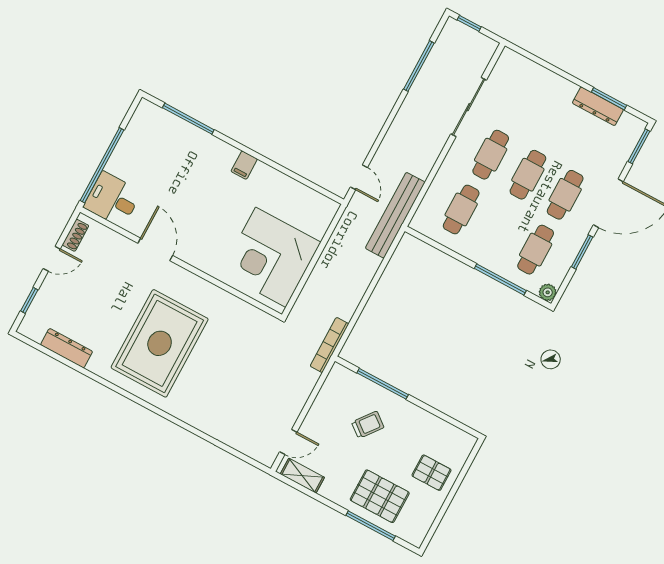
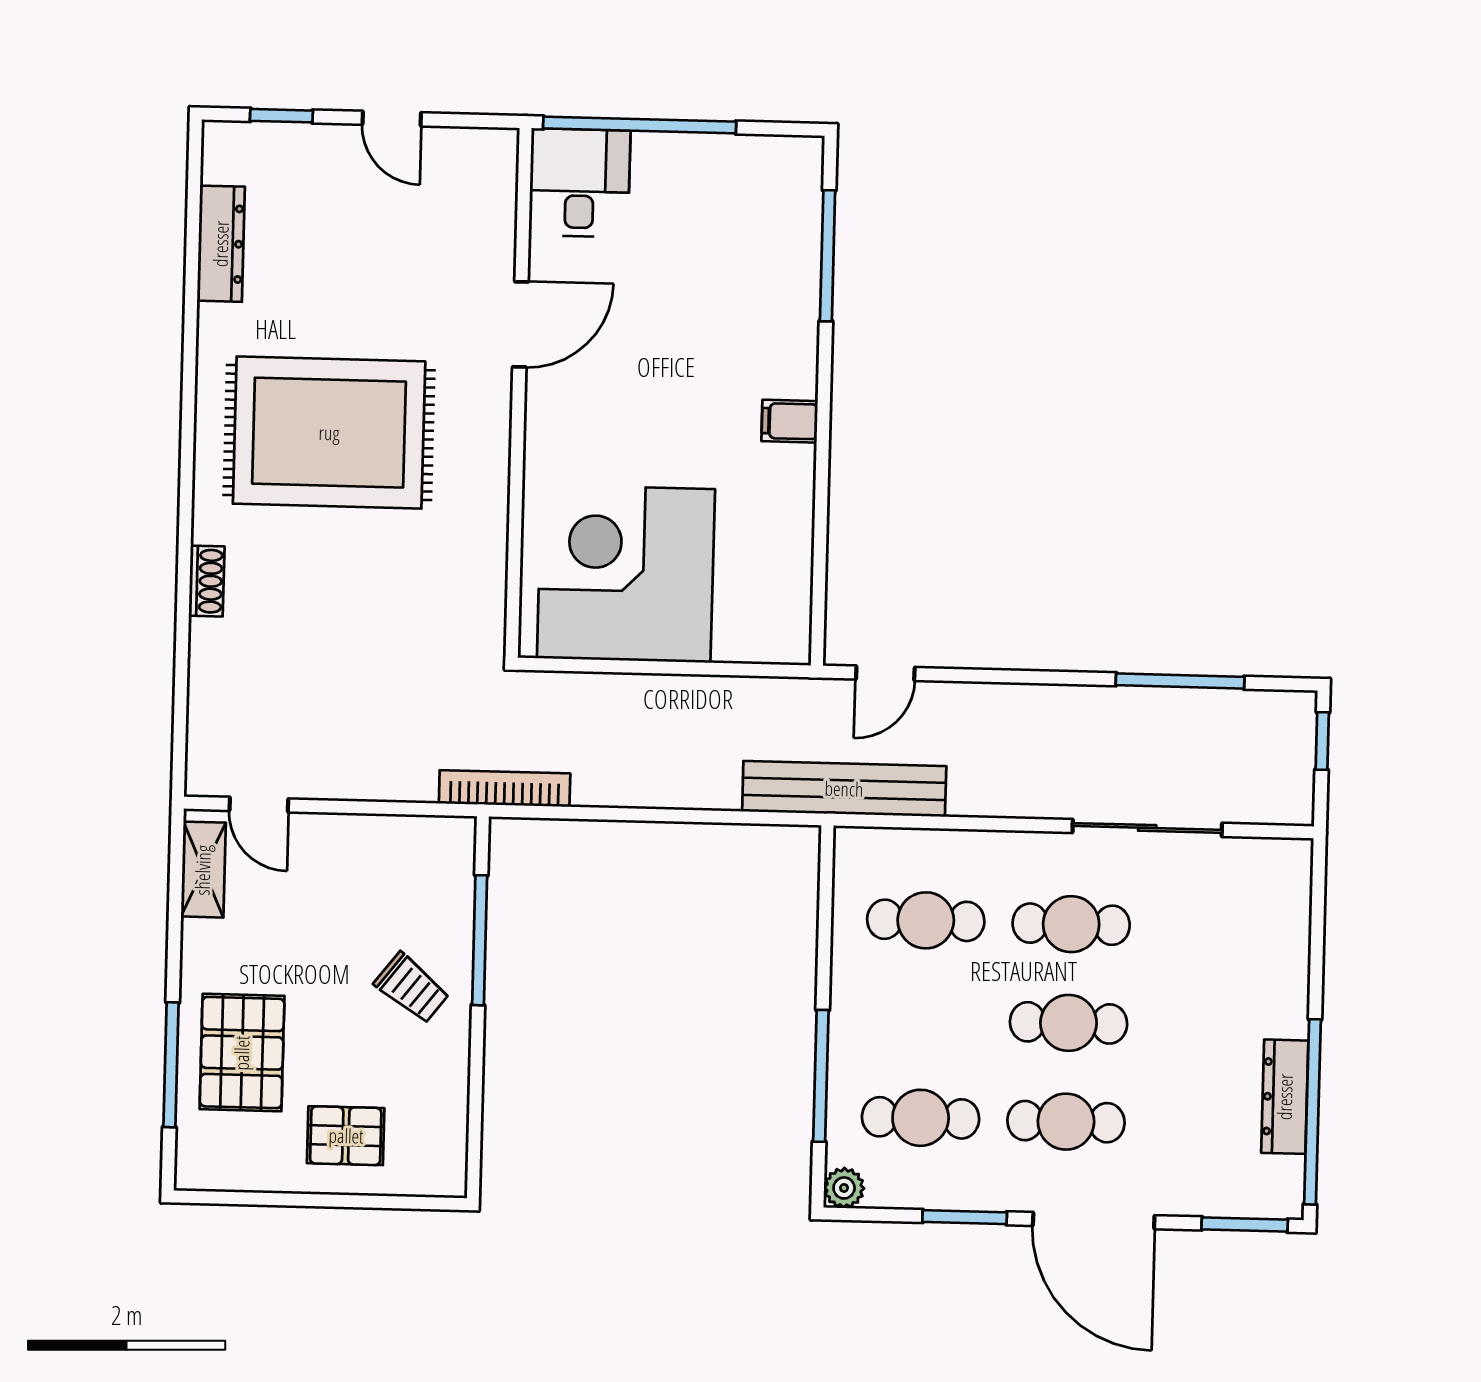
window: (609, 99) -> (1312, 1112), width x2.11
shoe rack: (76, 235) -> (207, 581), moved, turned -90
trolley: (368, 425) -> (412, 988), moved
pallet: (431, 473) -> (346, 1136), turned 90

